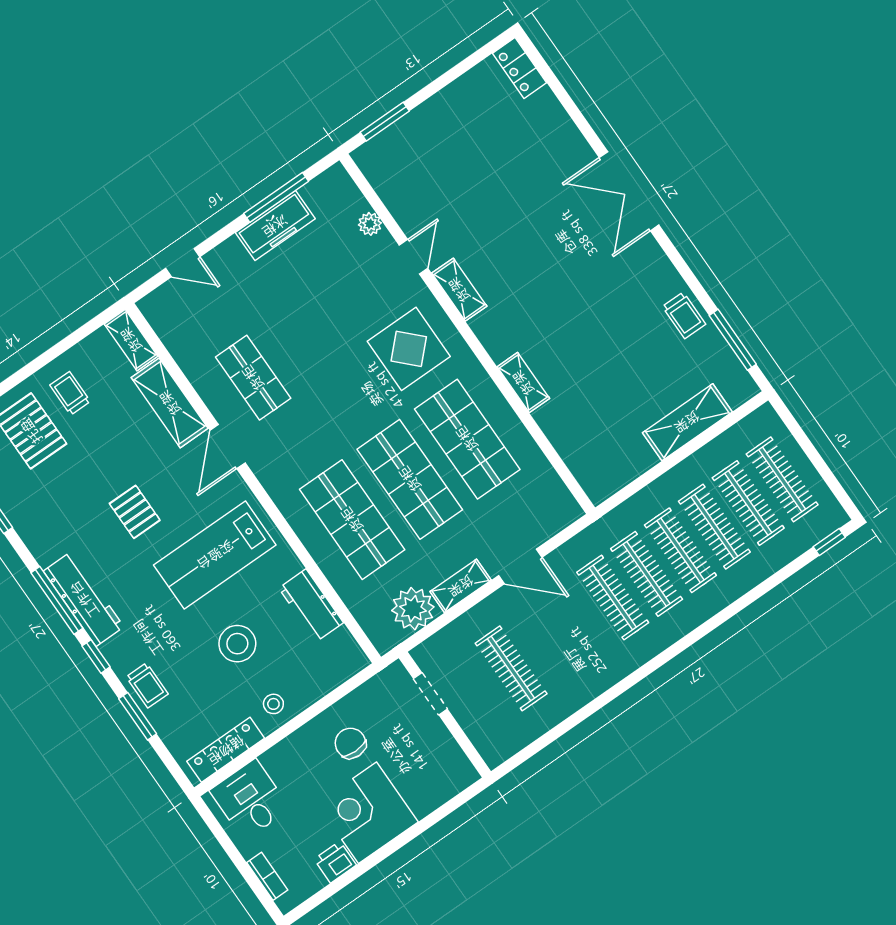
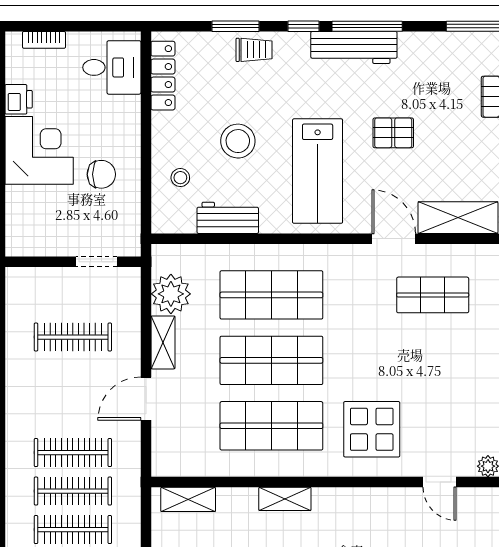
shelving: (459, 290) -> (188, 499), moved
lab bench: (215, 555) -> (318, 171), turned 180
trolley: (147, 685) -> (254, 50), turned 180
stool: (273, 704) -> (180, 178), moved

